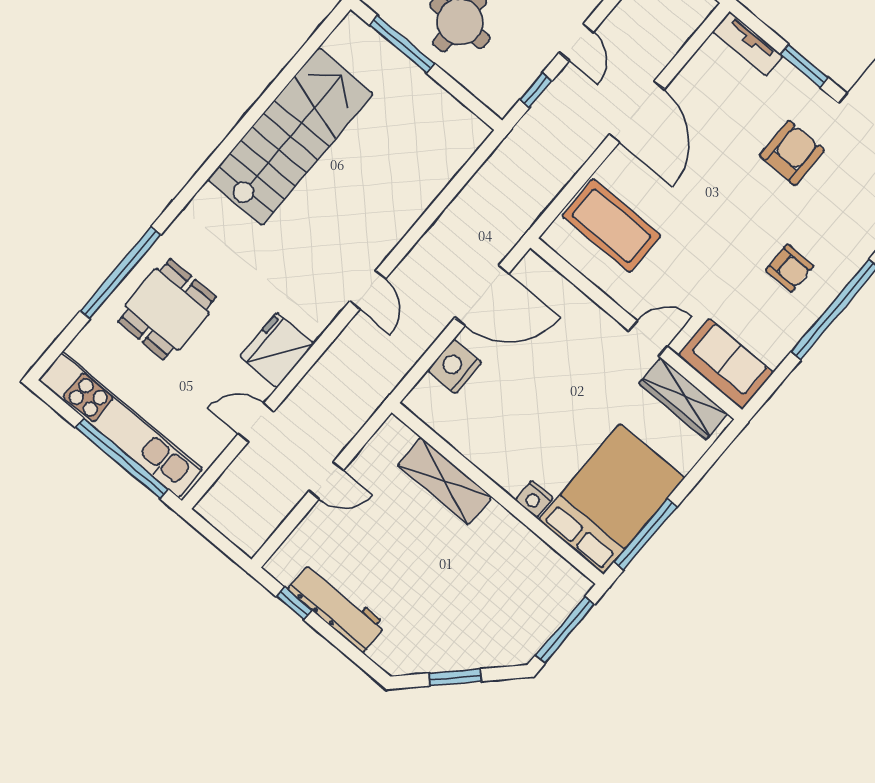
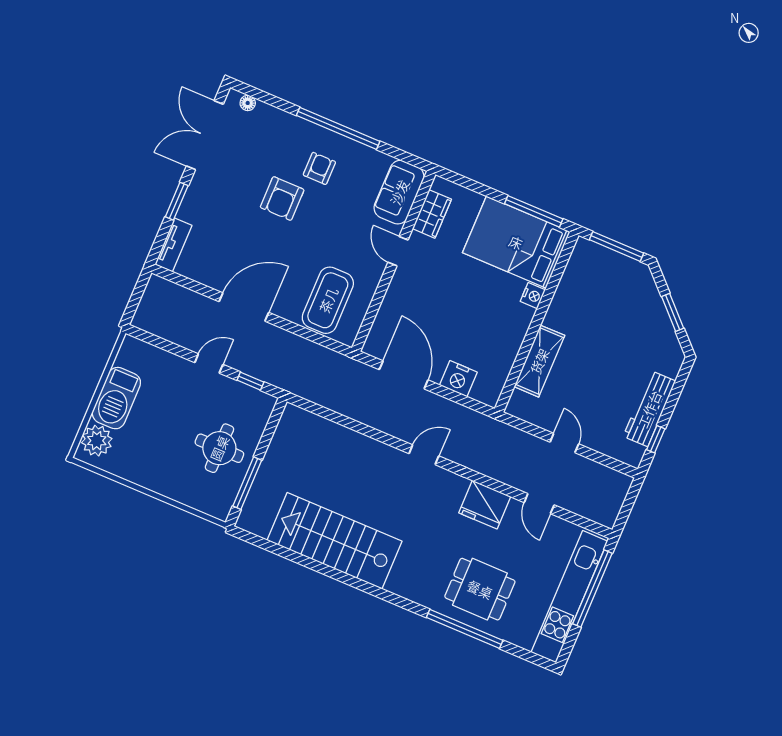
armchair: (792, 153) -> (282, 199), moved, turned -90
wardrobe: (683, 399) -> (432, 214), width x0.67

